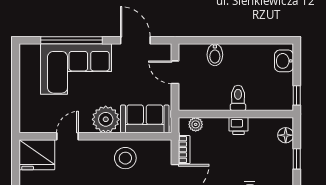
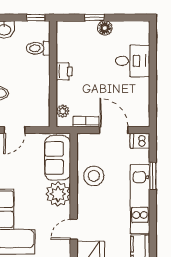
toilet: (238, 98) -> (38, 48), moved
floor lamp: (286, 135) -> (105, 28), moved
door: (67, 136) -> (74, 229), hinge flipped

